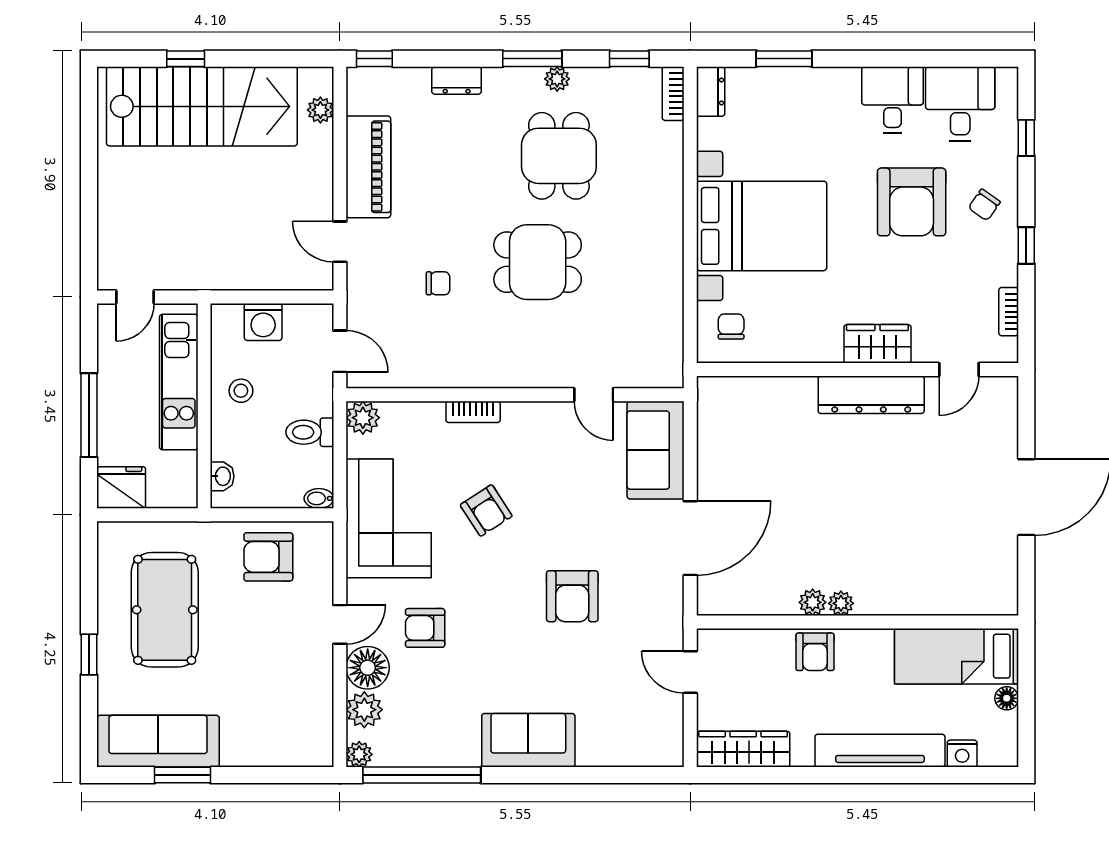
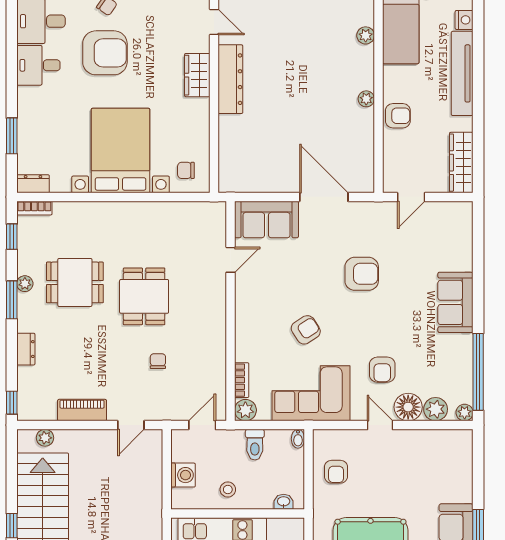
piano: (368, 167) -> (82, 410), width x0.73, depth x0.75
bookcase: (473, 412) -> (242, 380), moved
armchair: (268, 557) -> (336, 472), width x0.72, depth x0.72
plant: (813, 602) -> (366, 35), moved

